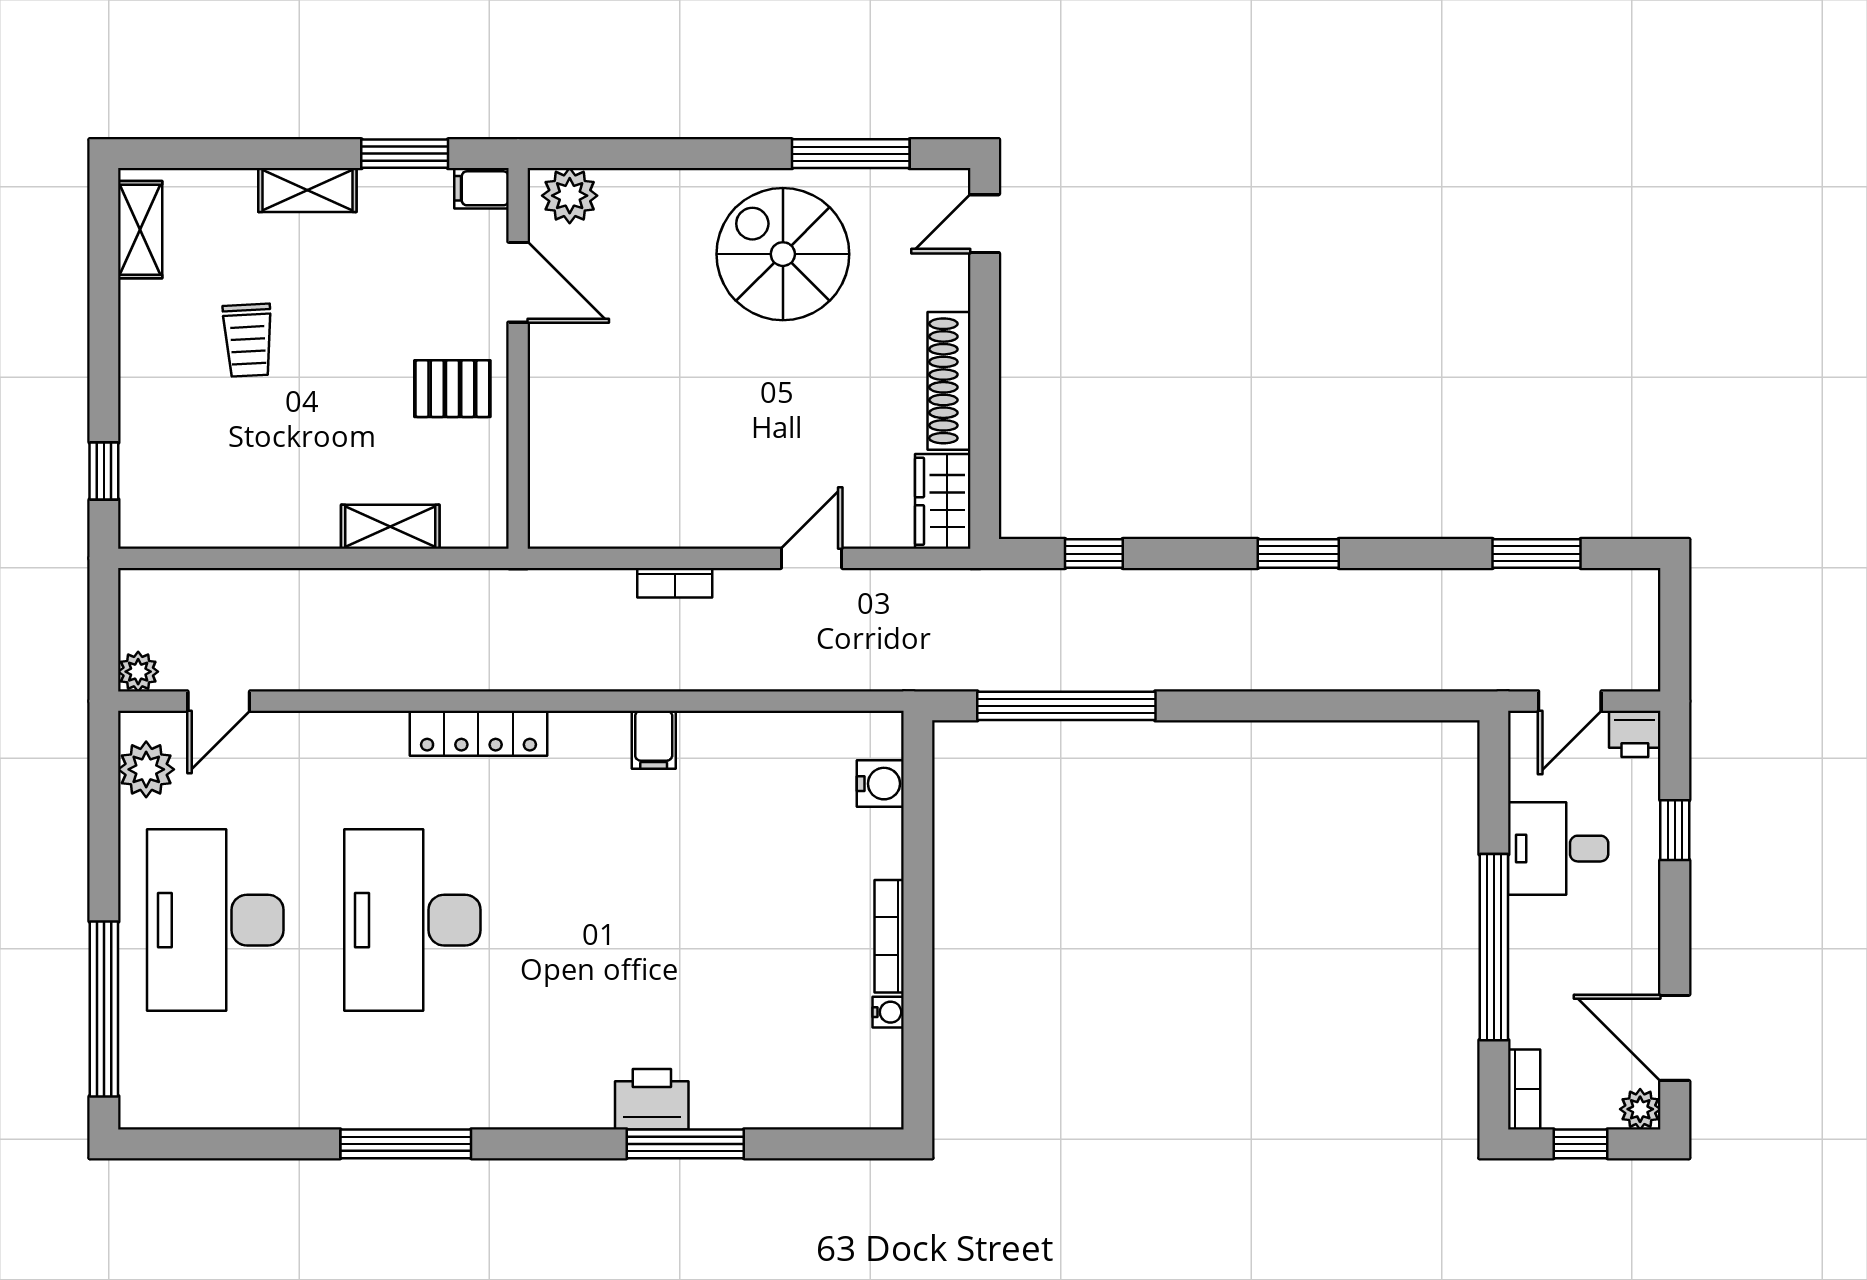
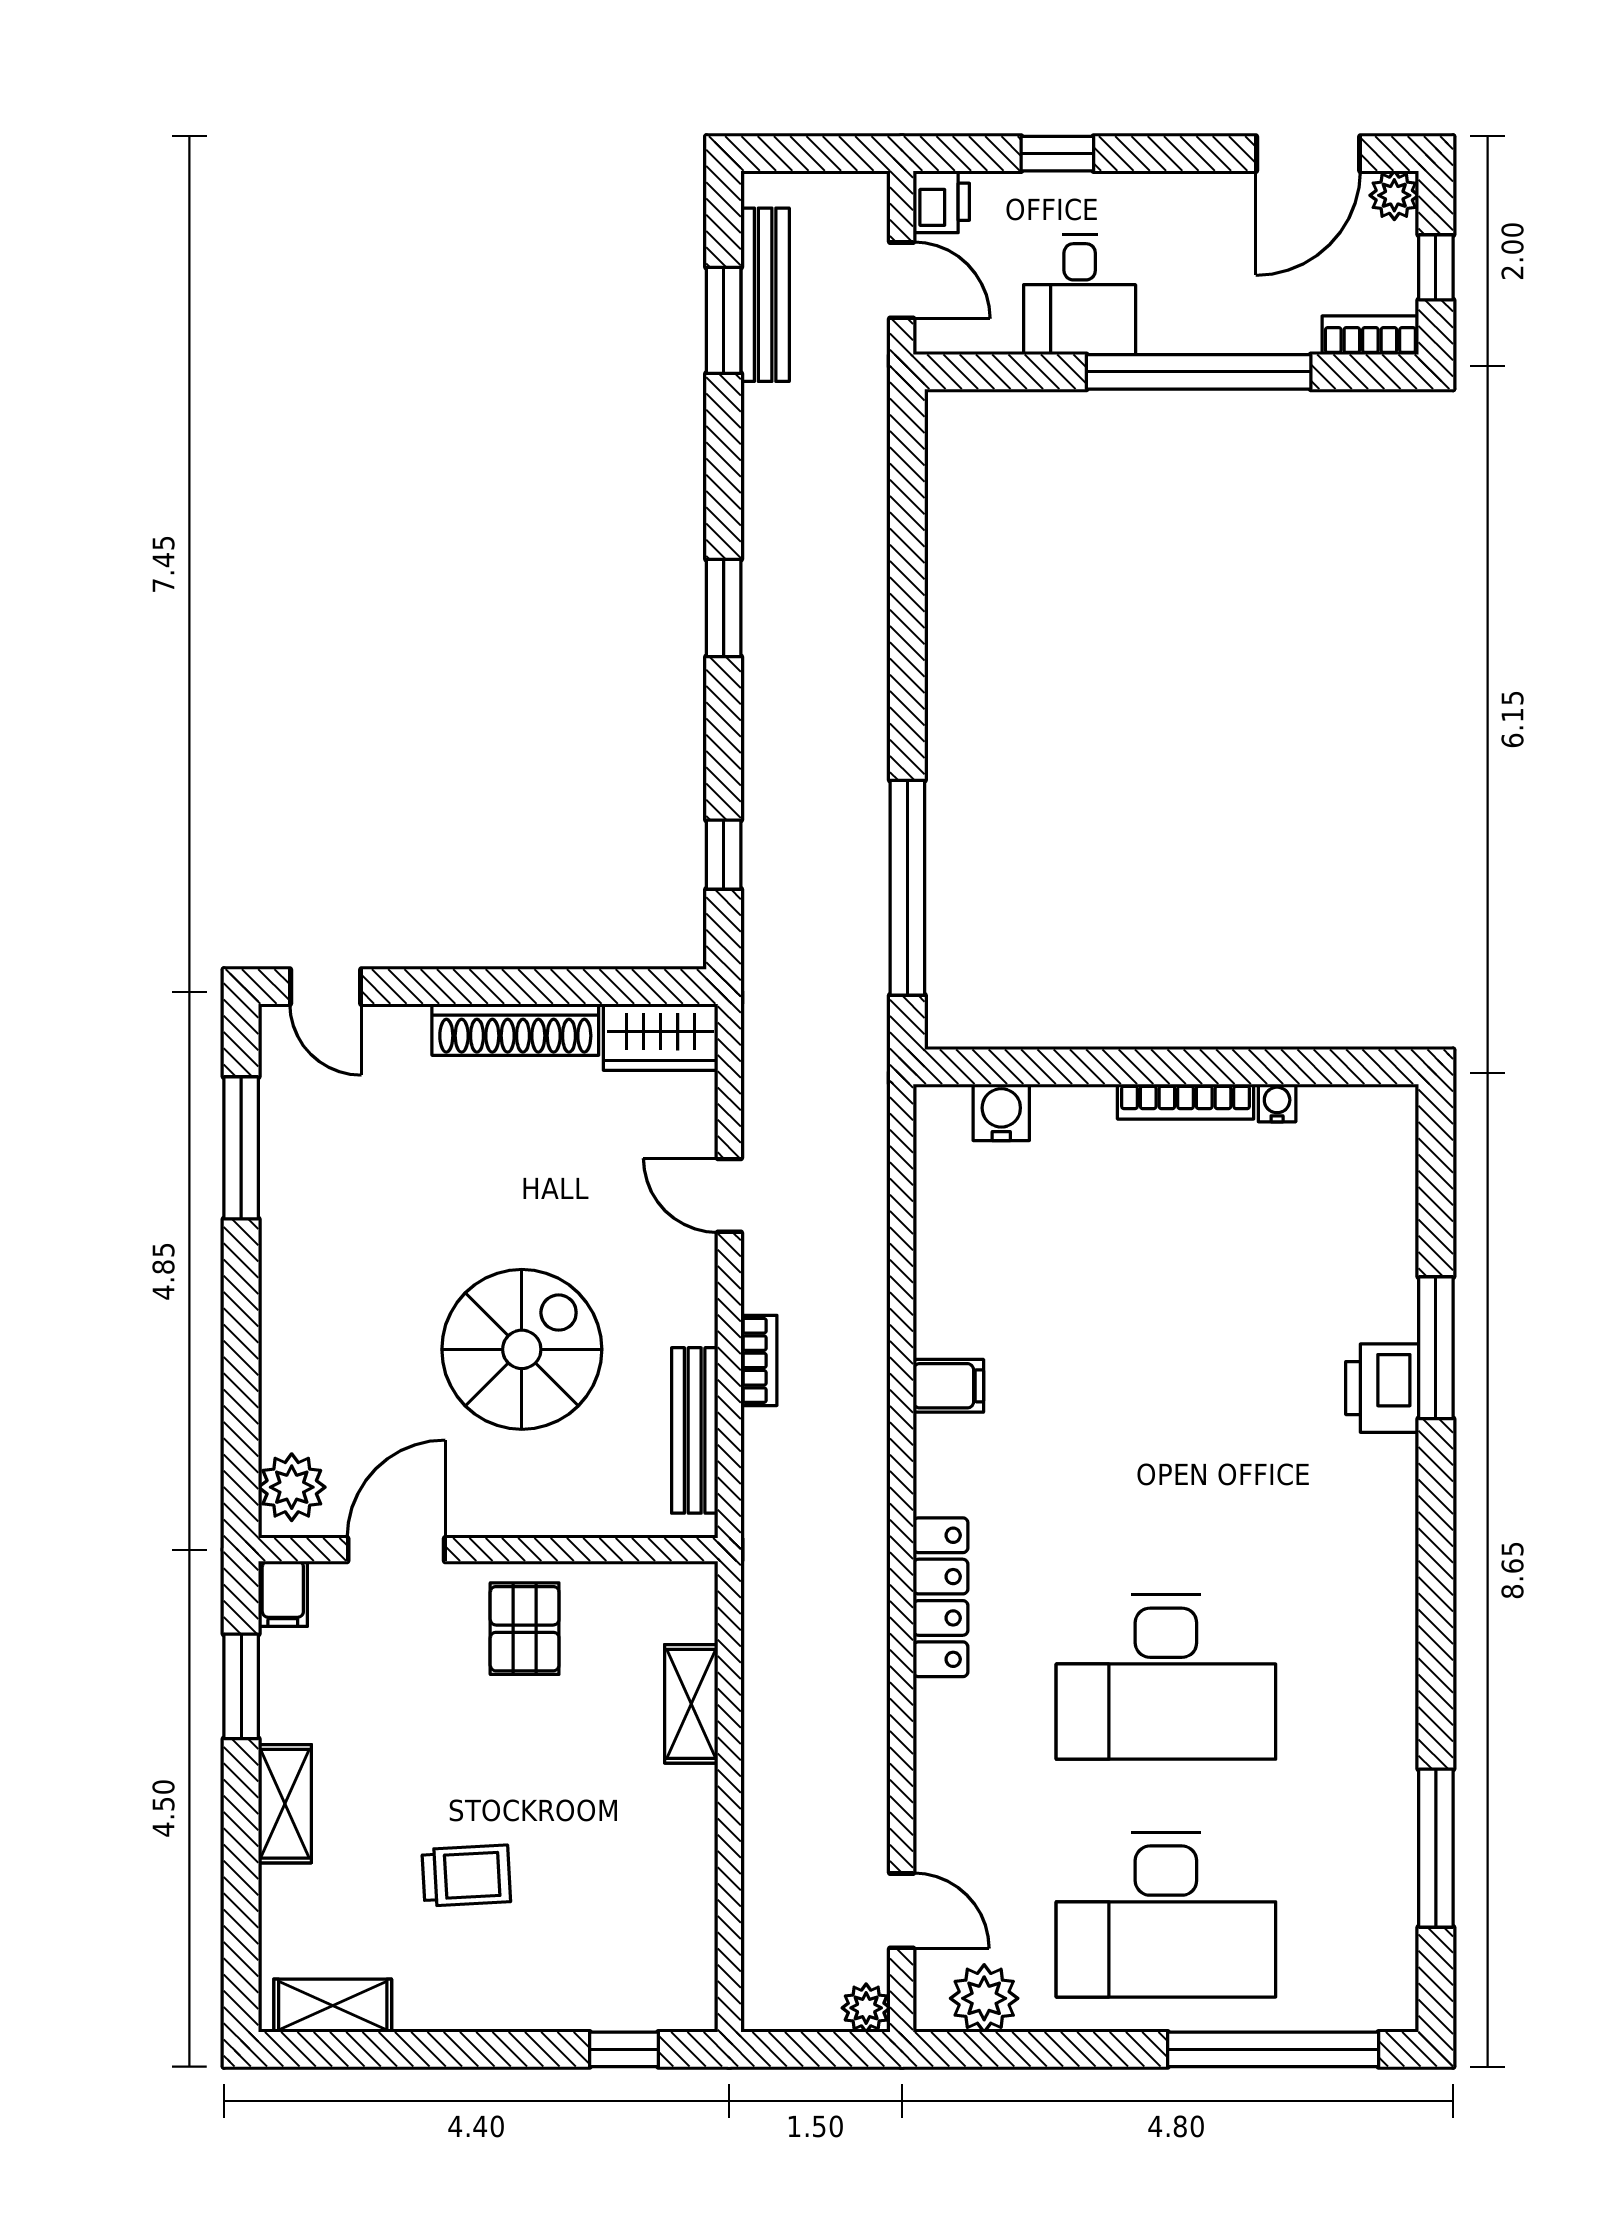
spiral stairs: (783, 254) -> (522, 1349), moved, turned 180
bench: (617, 530) -> (695, 1430), added
bench: (1558, 588) -> (765, 295), added
window: (406, 1144) -> (1436, 1848), moved

